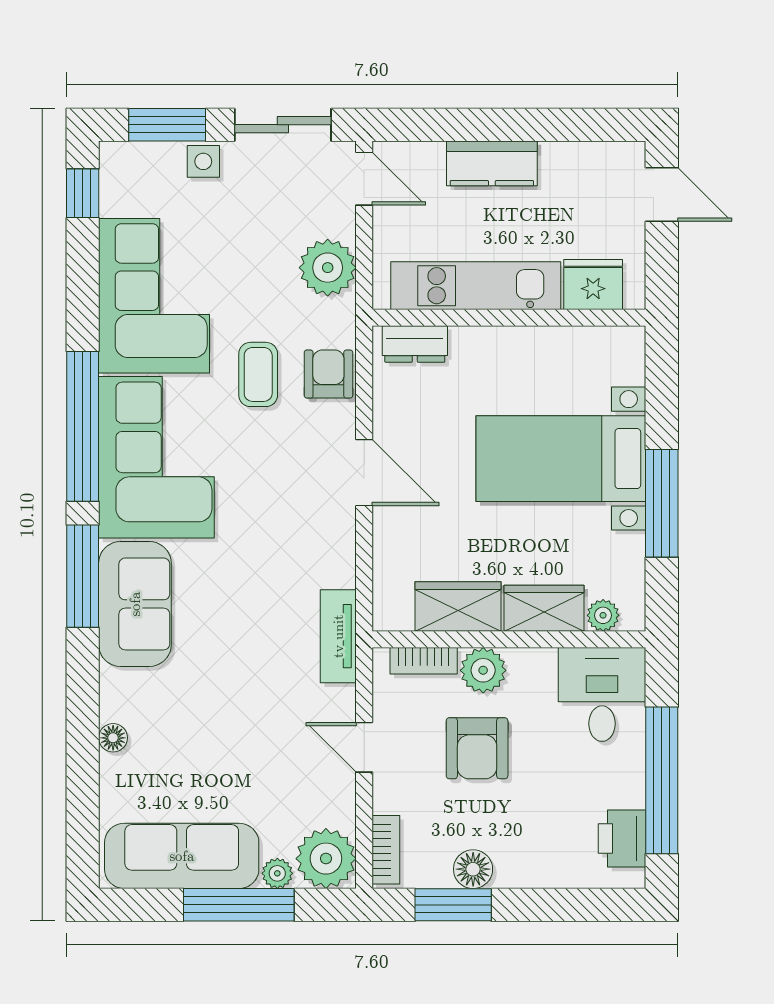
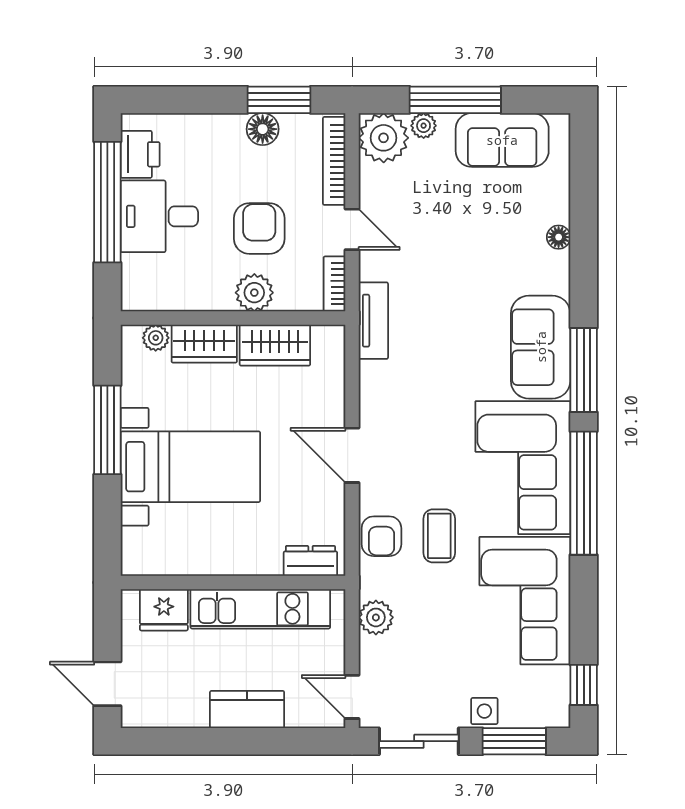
plant: (328, 268) -> (376, 617), width x0.73, depth x0.73
bookcase: (424, 661) -> (334, 284), moved, turned -90
desk: (602, 694) -> (159, 216), moved, turned 90
bookcase: (386, 850) -> (334, 161), width x1.56
sofa: (182, 856) -> (502, 140), width x0.73

